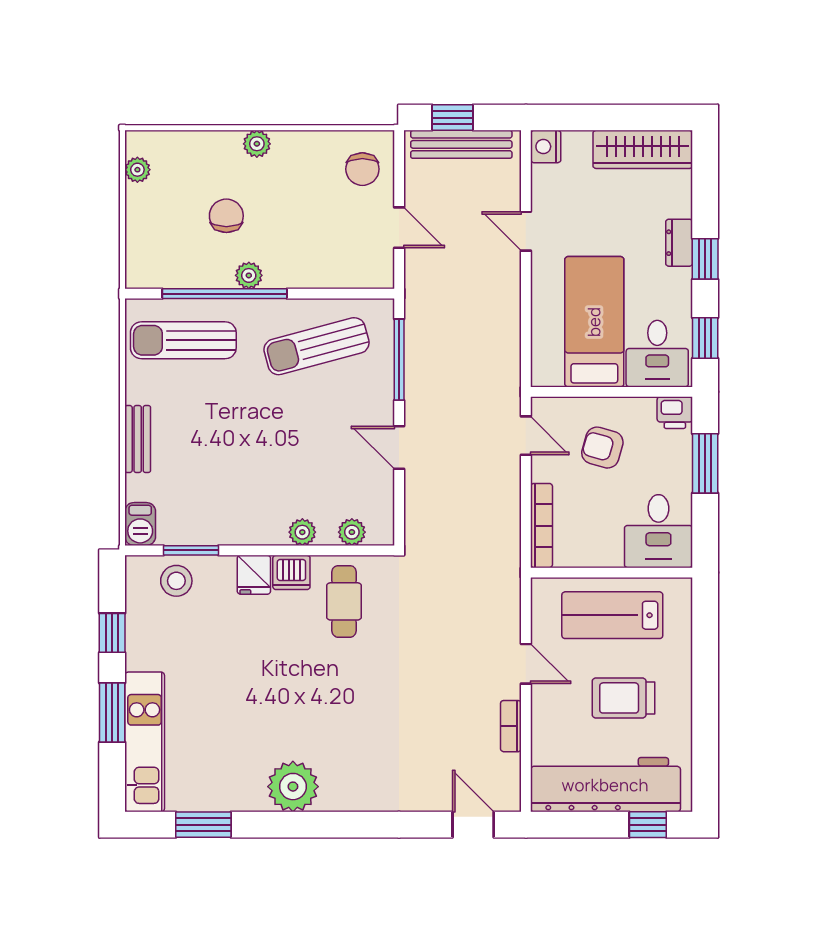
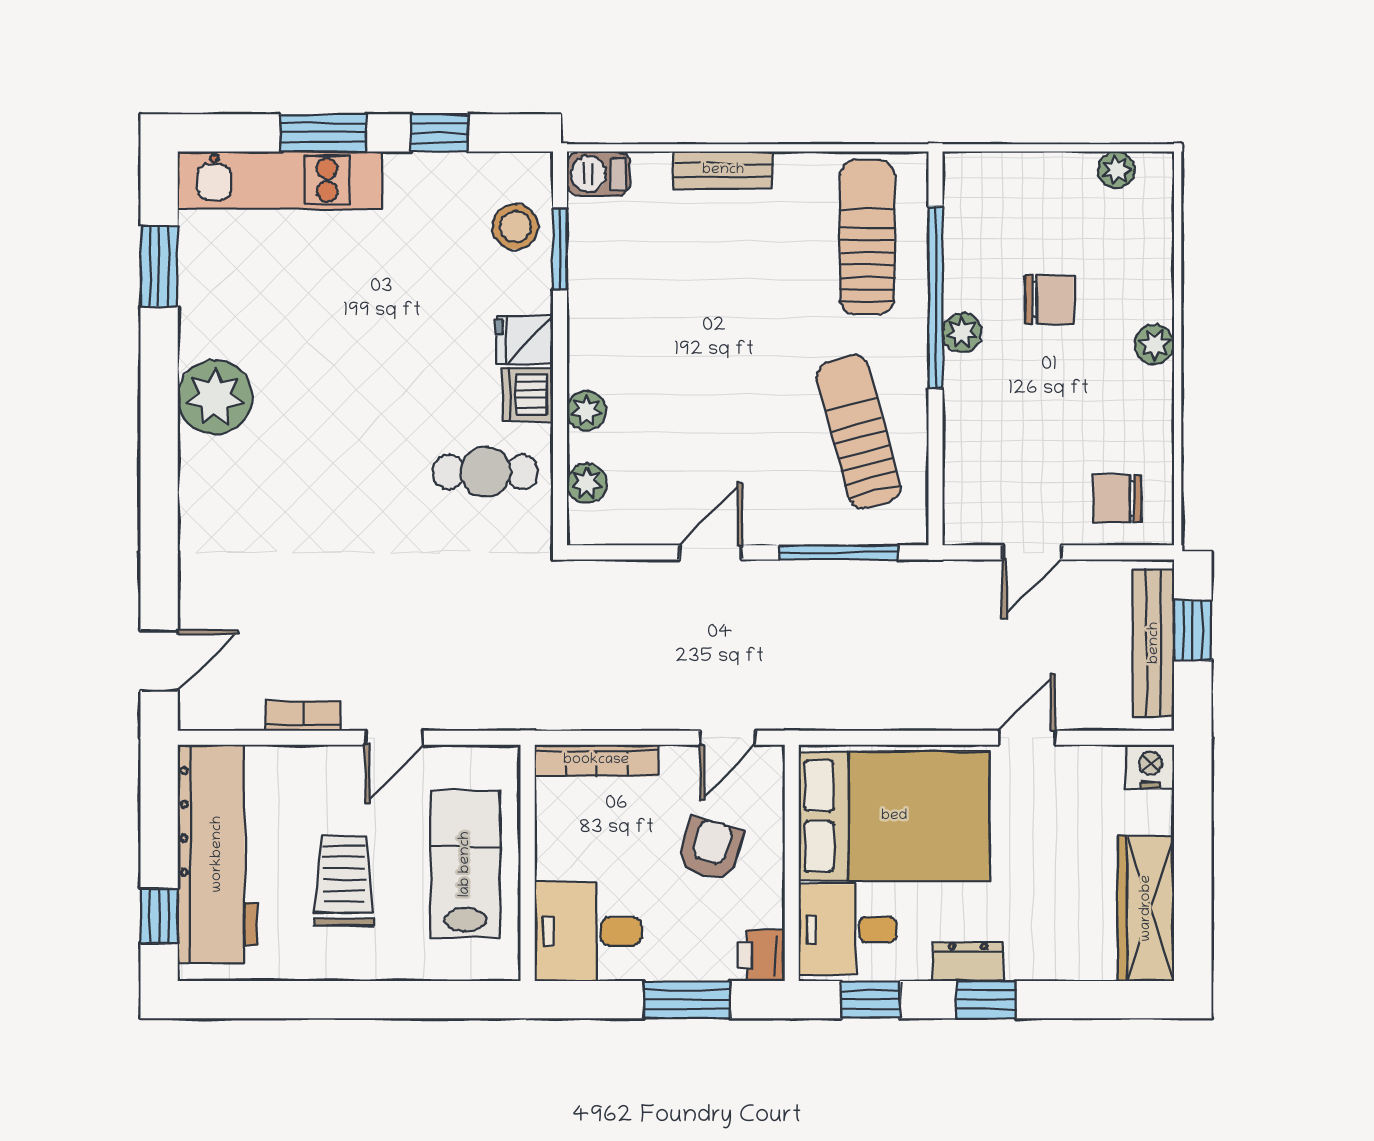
dresser: (679, 243) -> (968, 962), moved
bed: (594, 322) -> (894, 816), width x1.50

